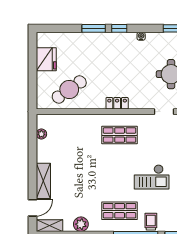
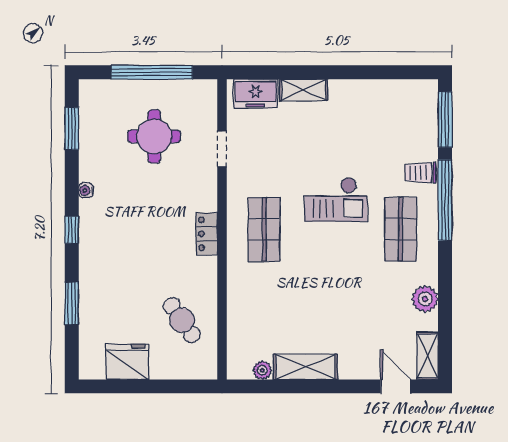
window: (94, 28) -> (72, 303), moved
cafe table: (69, 89) -> (182, 320), width x0.73, depth x0.74
checkout: (152, 177) -> (336, 199), moved, turned 90
shelving: (43, 181) -> (305, 367), moved

